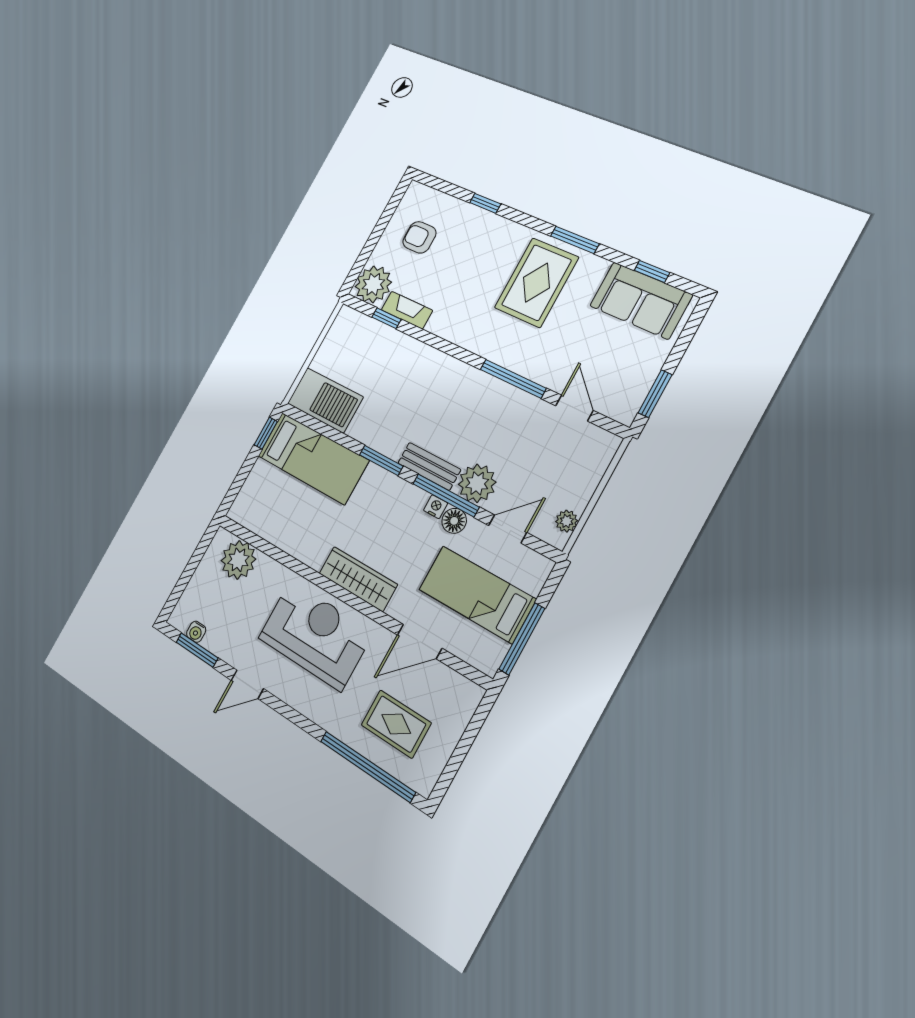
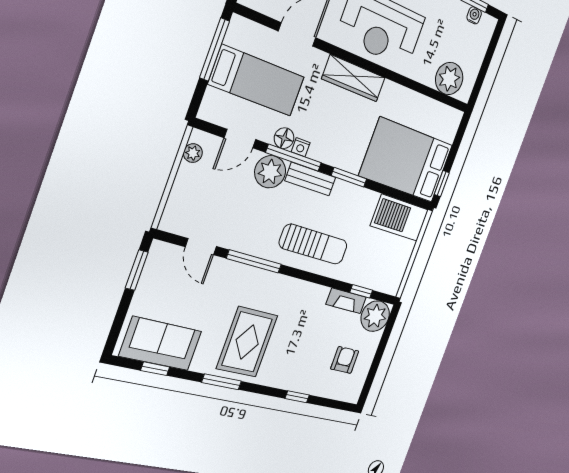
armchair: (419, 237) -> (345, 360), turned -90
sun lounger: (437, 387) -> (314, 244), added
bed: (313, 458) -> (406, 160), width x1.50

